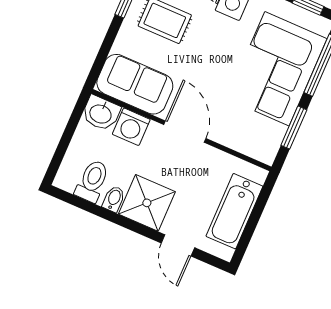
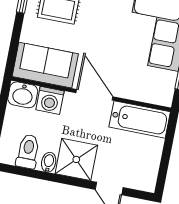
bathtub: (234, 211) -> (140, 119), moved, turned -90

